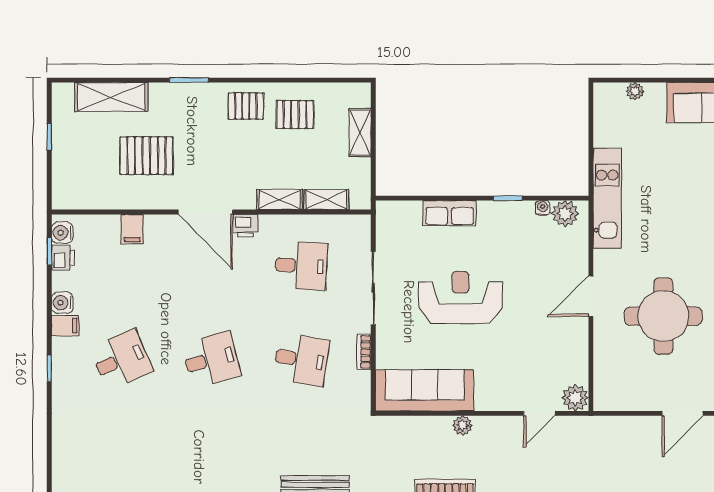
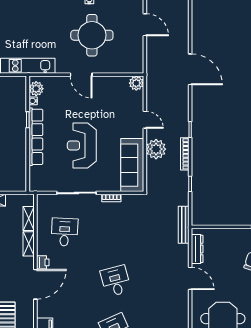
row of seats: (450, 213) -> (36, 137), width x2.02
desk: (301, 360) -> (116, 232), removed
door: (539, 413) -> (145, 120), moved
plant: (462, 425) -> (156, 149), width x1.88, depth x1.88

